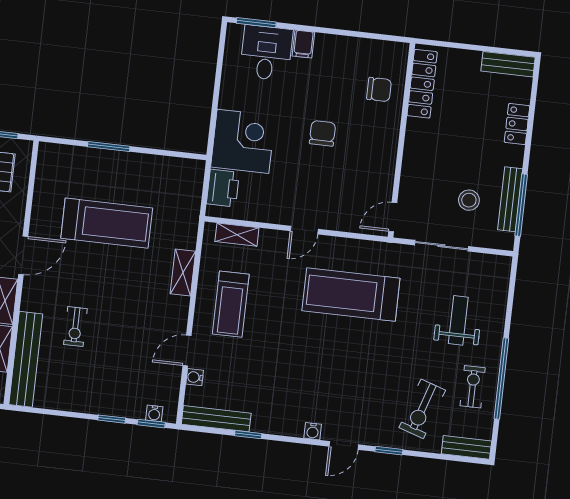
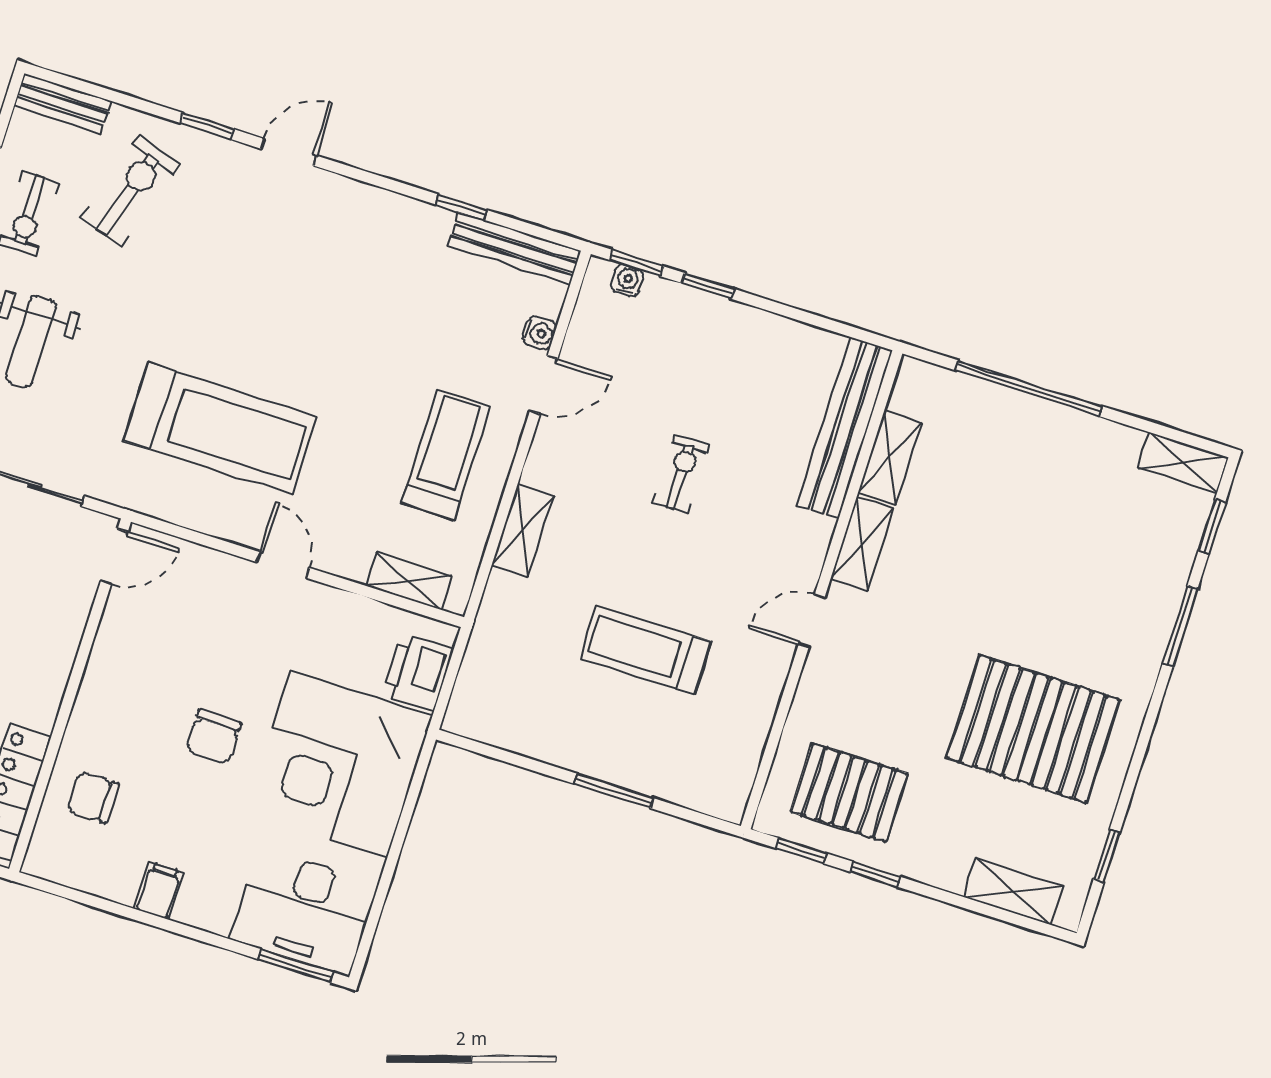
filing cabinet: (303, 44) -> (159, 891), moved
desk: (266, 53) -> (304, 911), width x1.37
corner desk: (243, 141) -> (339, 764), width x1.36, depth x1.36
treadmill: (107, 223) -> (645, 650), width x0.73, depth x0.73
door: (304, 230) -> (283, 565), hinge flipped
door: (23, 255) -> (812, 621), width x0.73
exercise bike: (75, 327) -> (681, 474), moved
water cooler: (313, 431) -> (341, 190), removed

